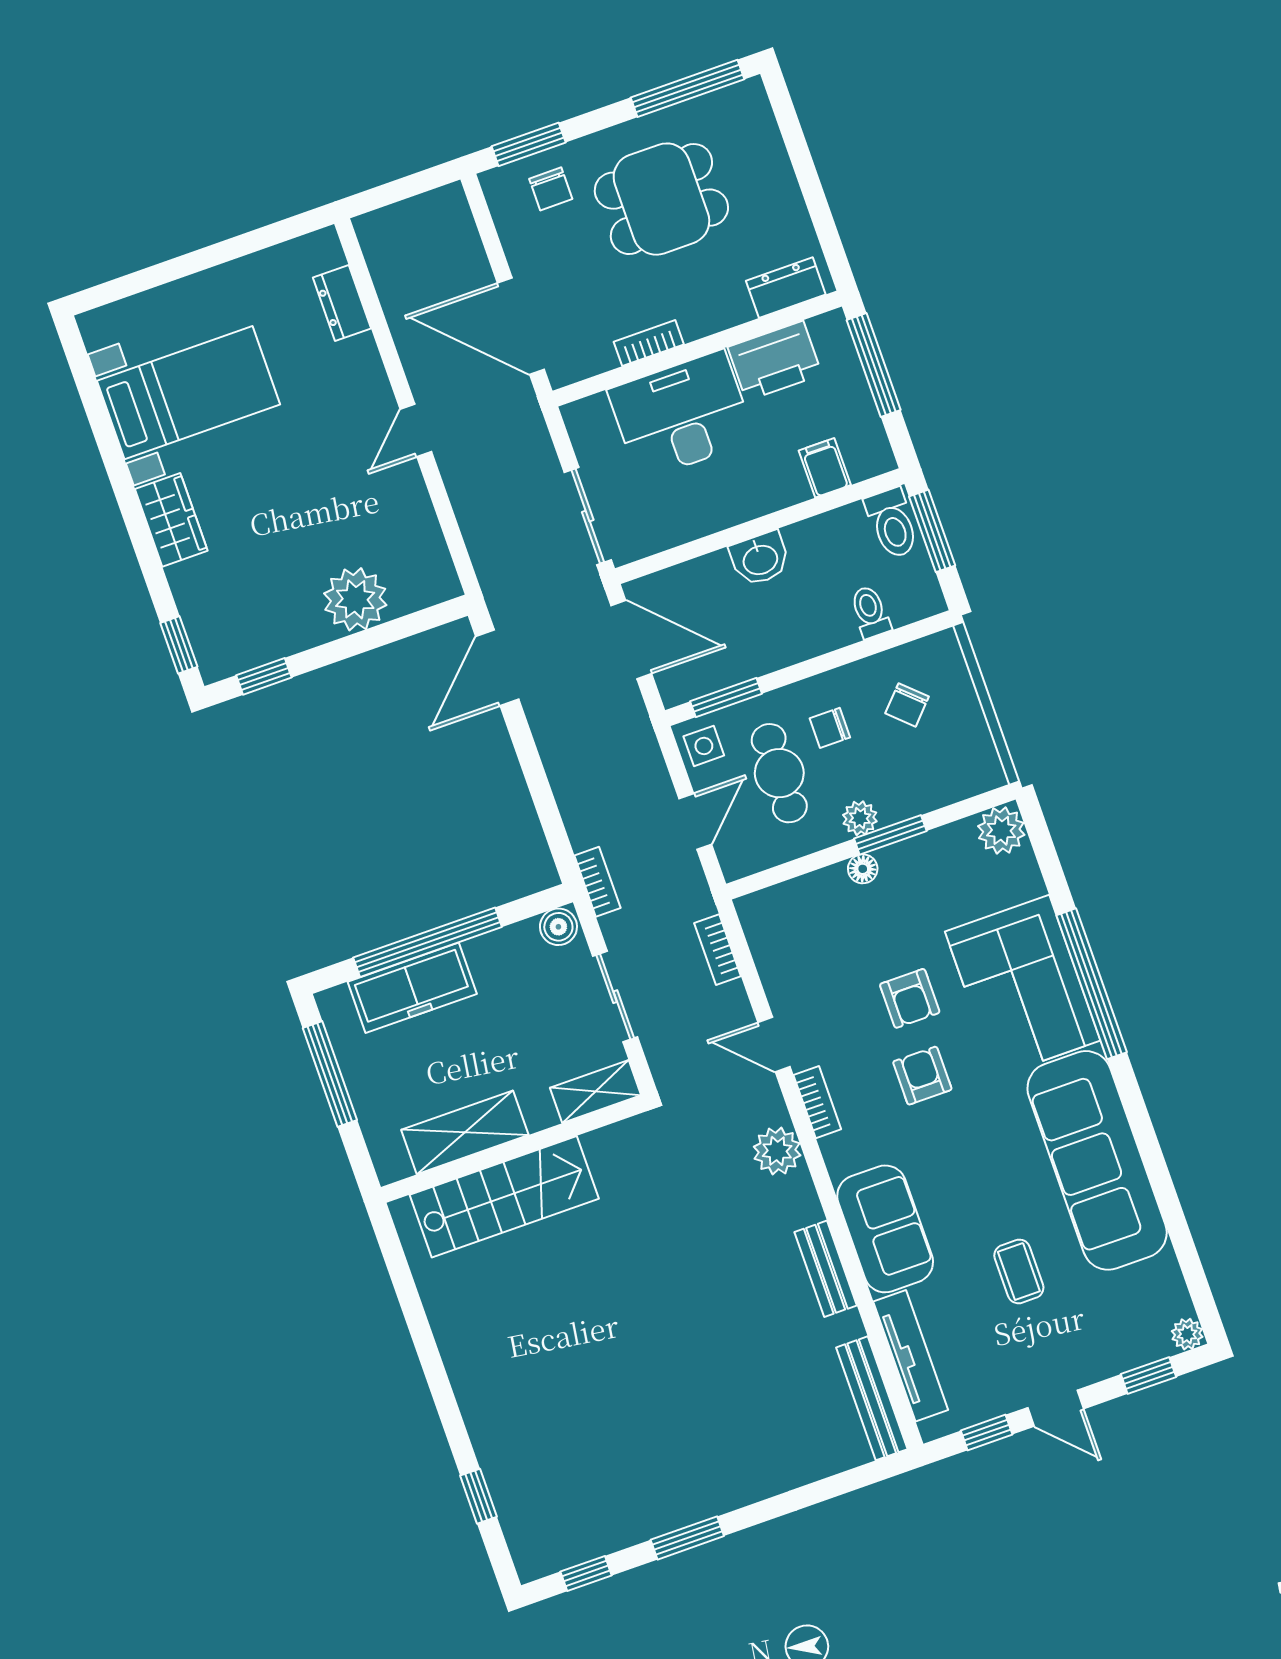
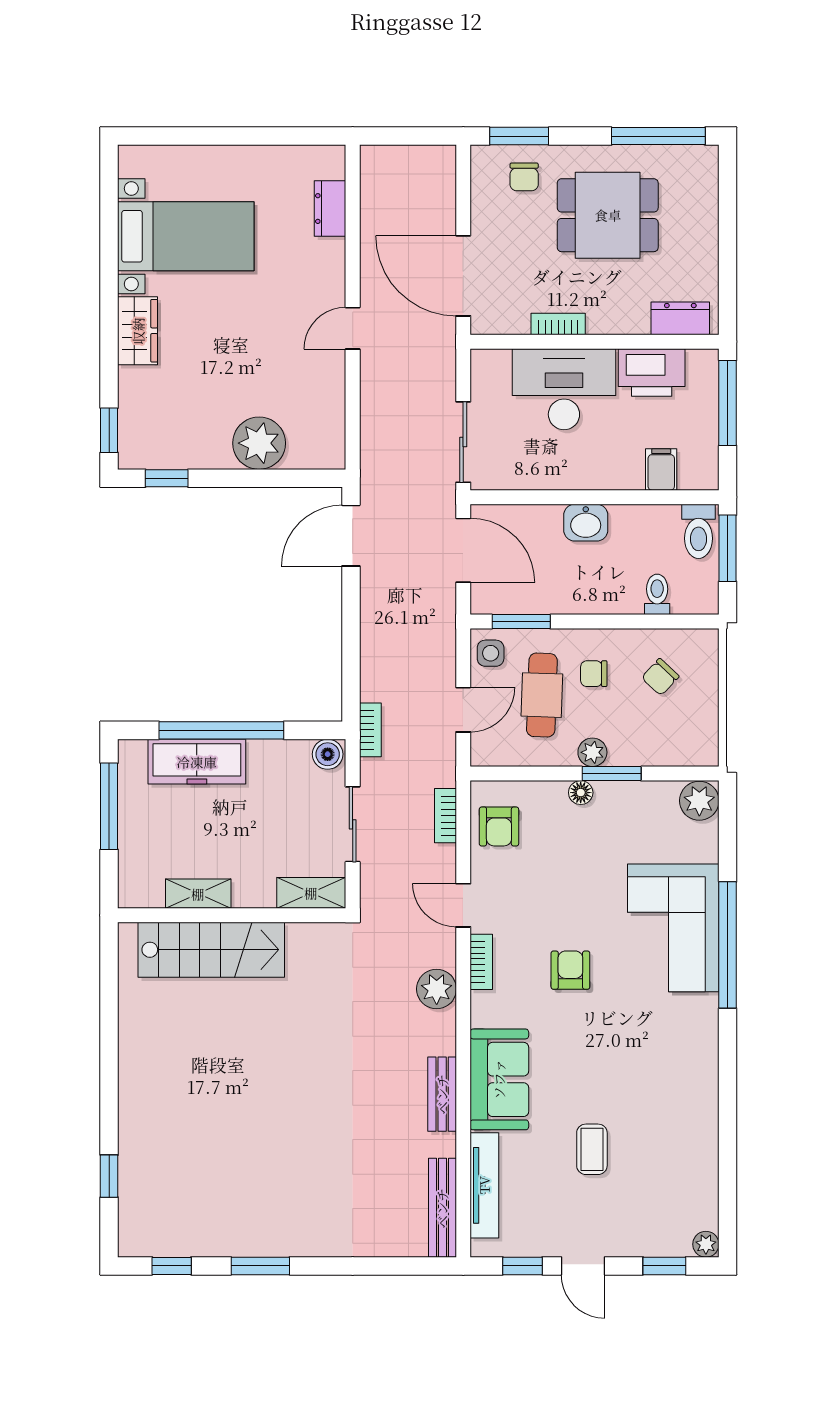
armchair: (910, 998) -> (499, 826), moved
shelving: (465, 1132) -> (198, 894), width x0.67, depth x0.75
sofa: (1097, 1160) -> (683, 1084), removed

